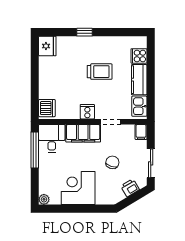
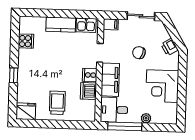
cooker: (139, 56) -> (26, 41), moved, turned -90
trolley: (100, 72) -> (57, 103), moved
dishwasher: (47, 108) -> (88, 91), moved, turned -90
printer: (130, 188) -> (170, 47), moved
plant: (44, 199) -> (146, 118), moved

